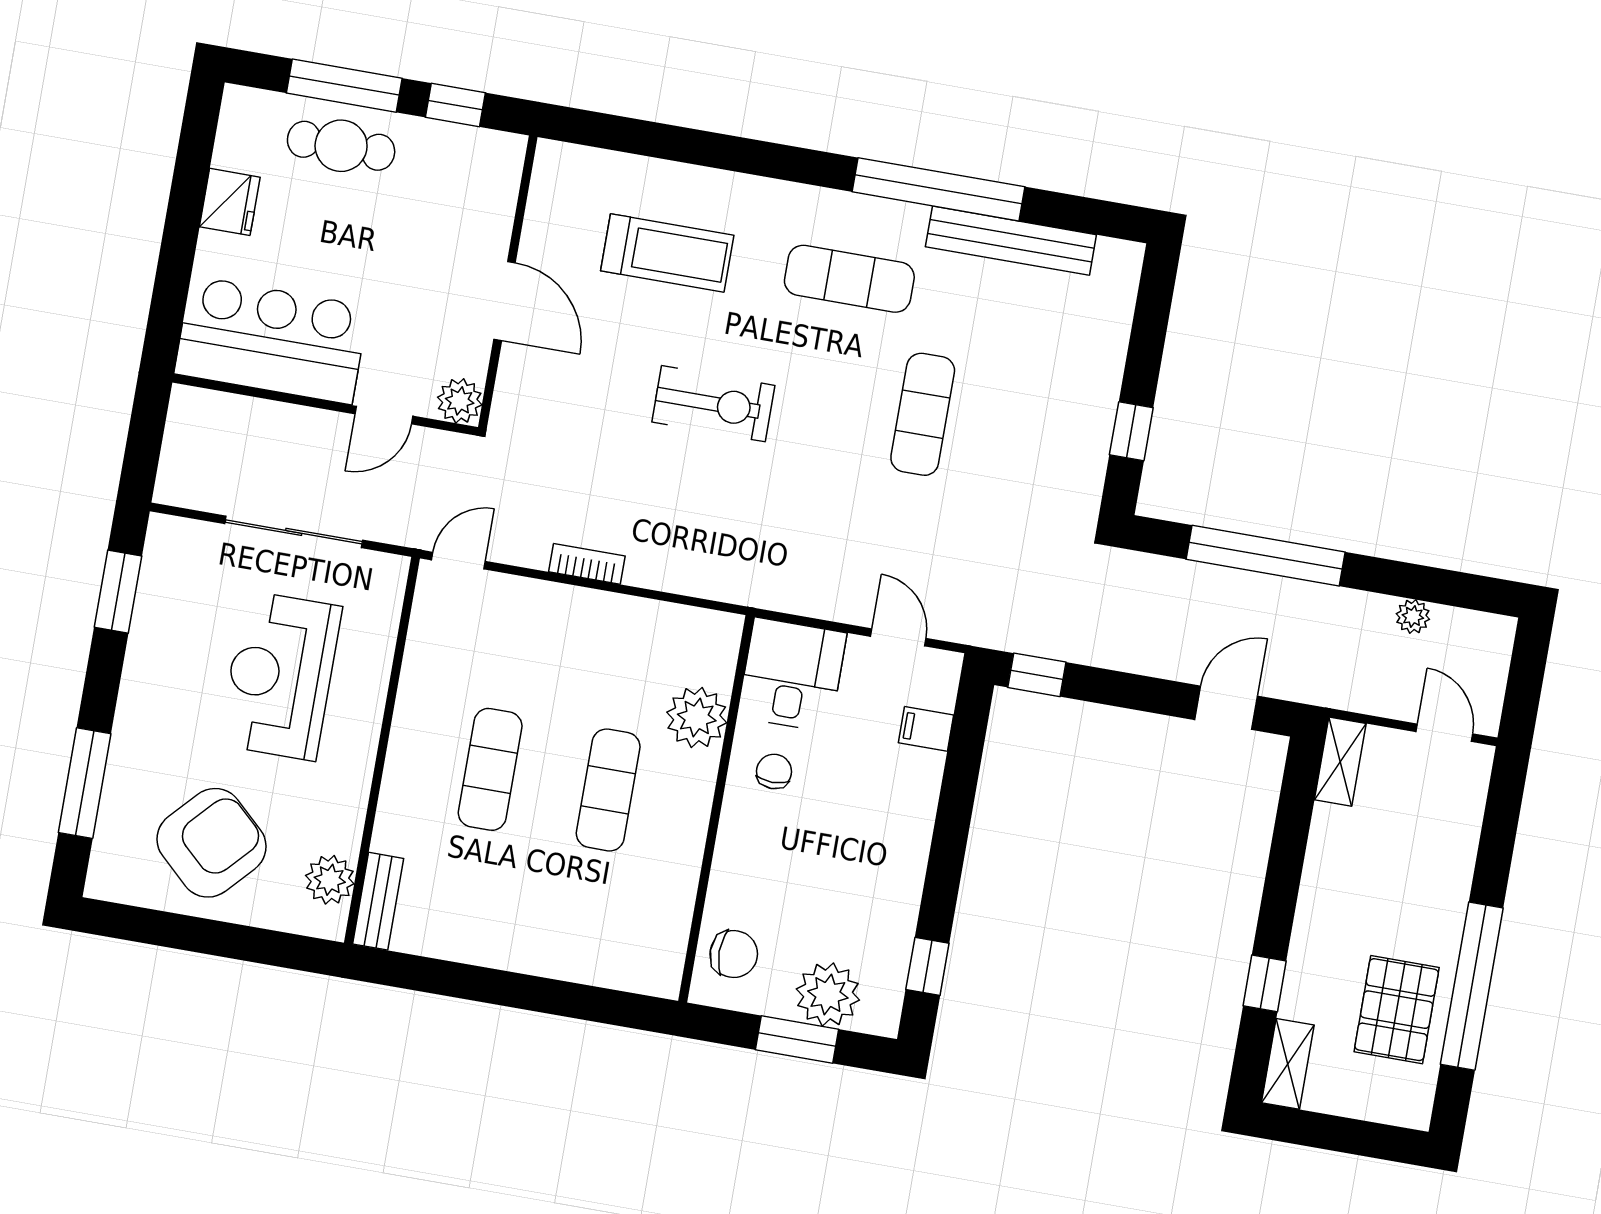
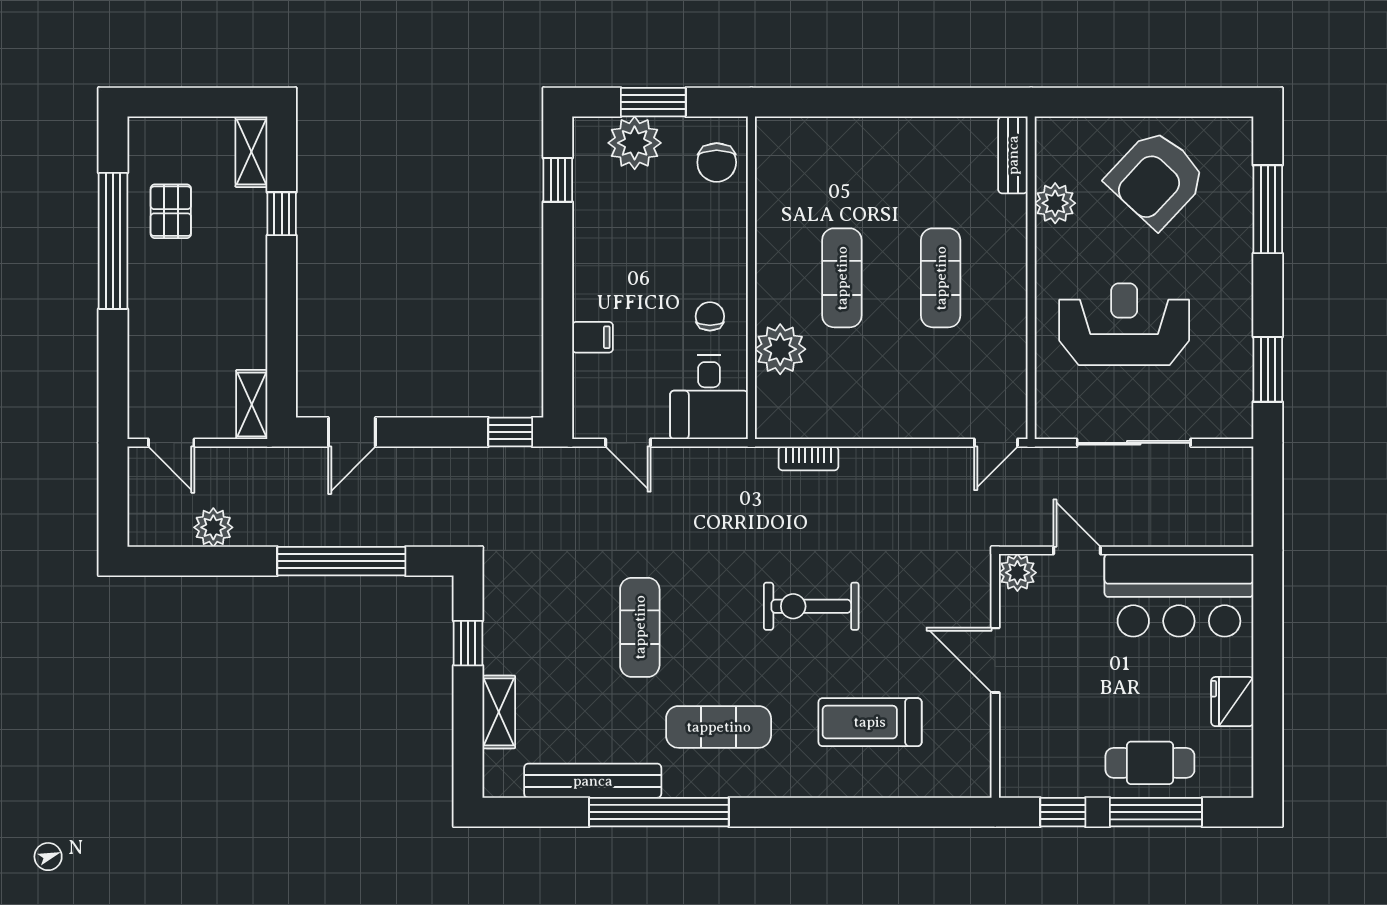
shelving: (1109, 343) -> (499, 712), added
door: (384, 415) -> (1077, 550), hinge flipped
bookcase: (587, 564) -> (808, 458), moved
plant: (1413, 616) -> (213, 527), width x1.38, depth x1.38
reception desk: (280, 676) -> (1124, 324), turned -90
filing cabinet: (926, 729) -> (593, 337), moved
chair: (774, 771) -> (710, 316), turned 180
plant: (330, 880) -> (1055, 203), moved
chair: (734, 954) -> (717, 162), turned -90
pallet: (1397, 1010) -> (171, 211), width x0.67, depth x0.71

